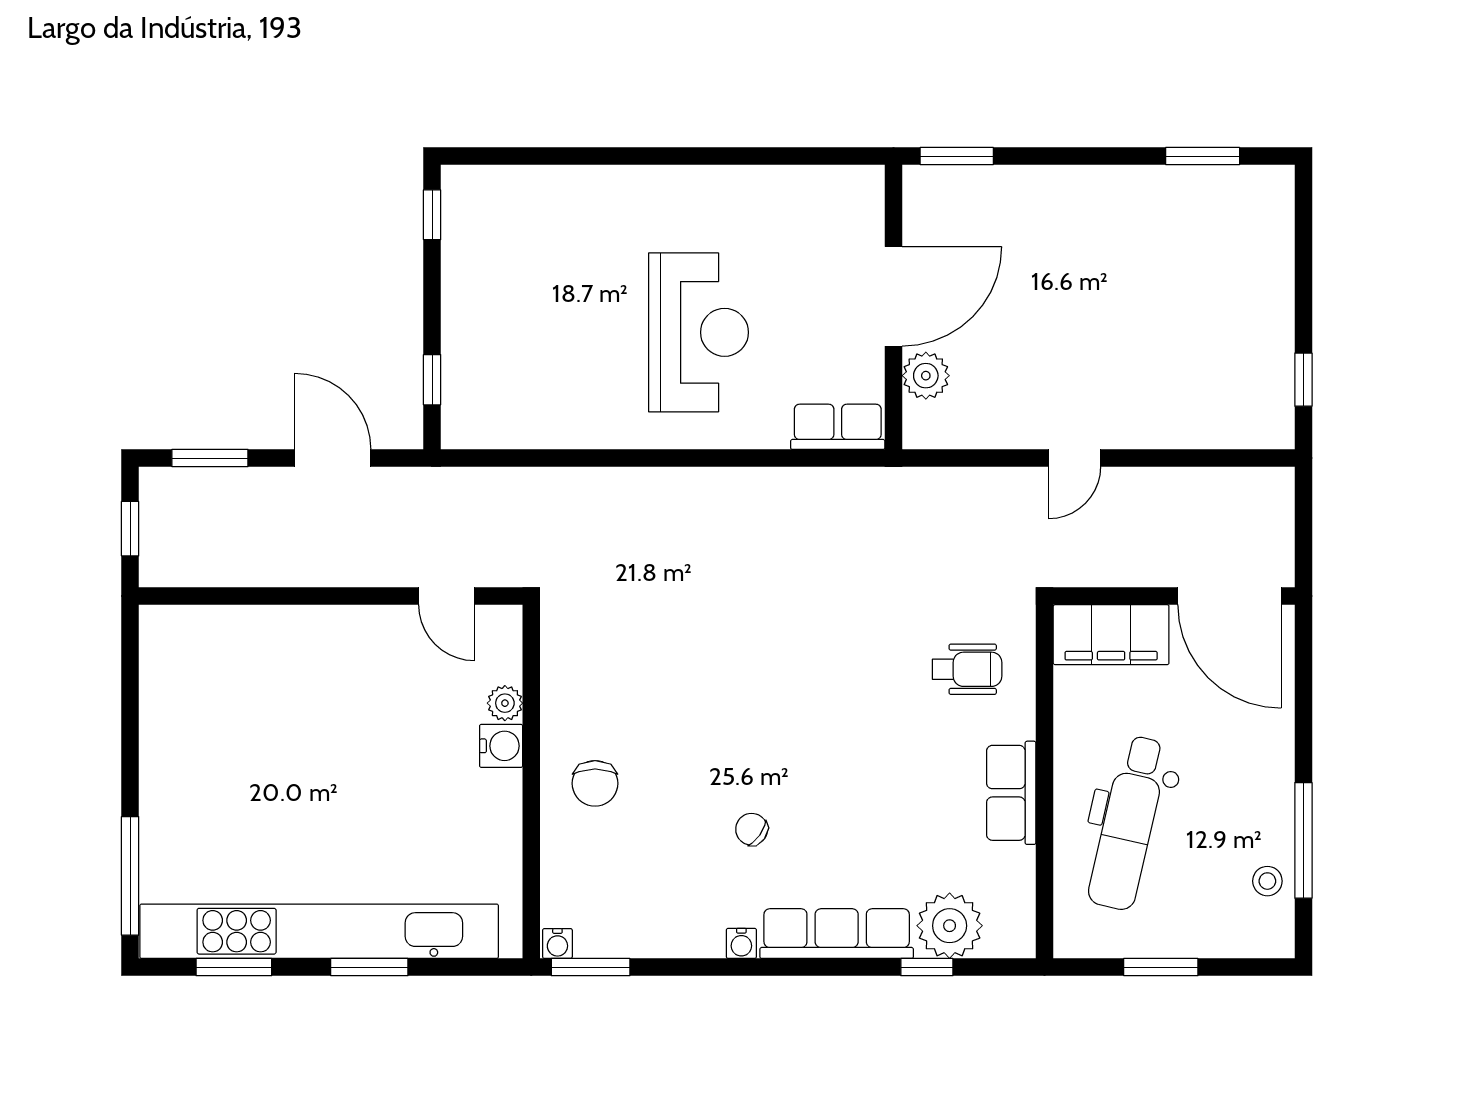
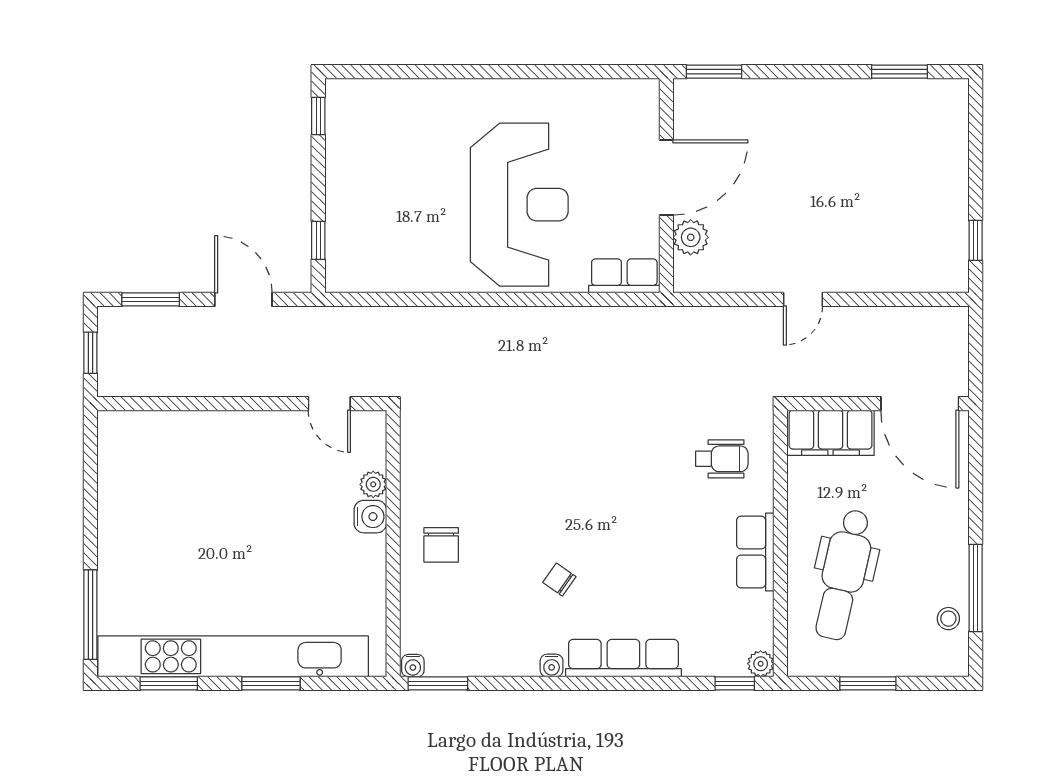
reception desk: (699, 332) -> (519, 205), width x1.36, depth x1.30
plant: (950, 926) -> (761, 664), moved, width x0.53, depth x0.53
window: (927, 967) -> (735, 683), moved

